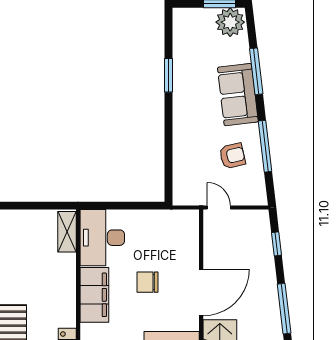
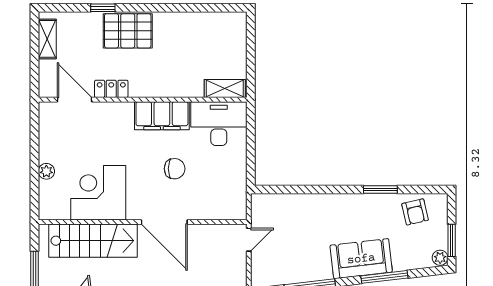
plant: (230, 22) -> (440, 258), width x0.53, depth x0.53
armchair: (232, 156) -> (415, 212), moved
chair: (148, 282) -> (175, 169), turned 90

